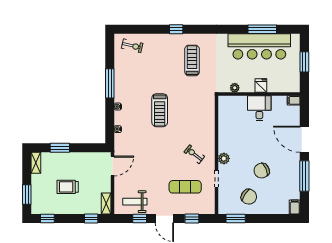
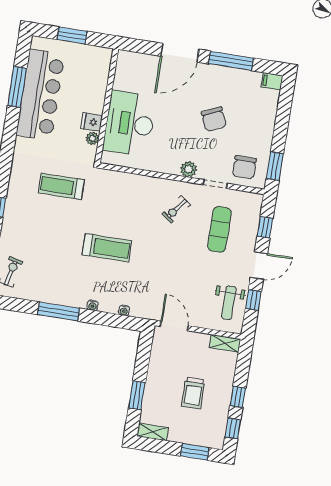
treadmill: (192, 60) -> (61, 186), moved
fridge: (261, 85) -> (92, 122), moved
filing cabinet: (294, 100) -> (123, 59), removed
desk: (259, 108) -> (129, 123), width x1.87, depth x1.30
chair: (249, 197) -> (244, 167), moved, turned 147
window: (91, 219) -> (238, 397), moved

